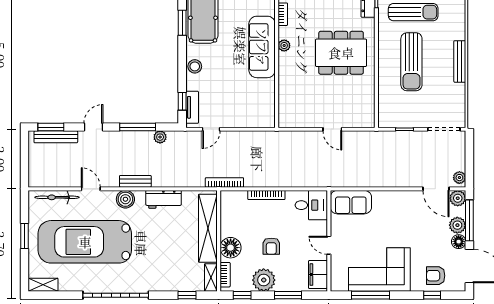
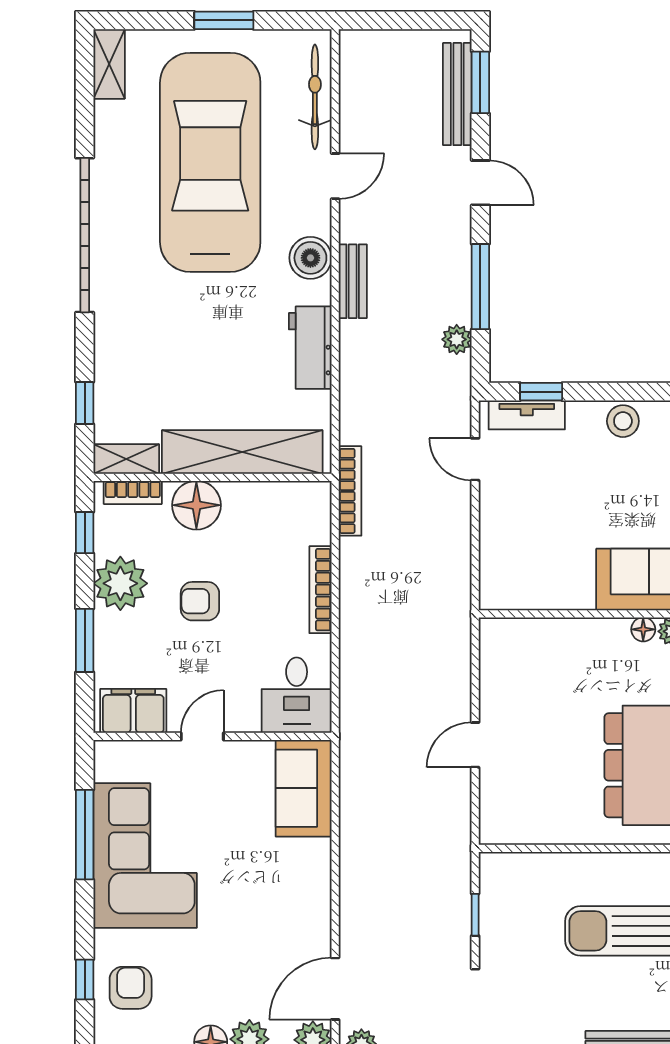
floor lamp: (283, 58) -> (643, 629), added

